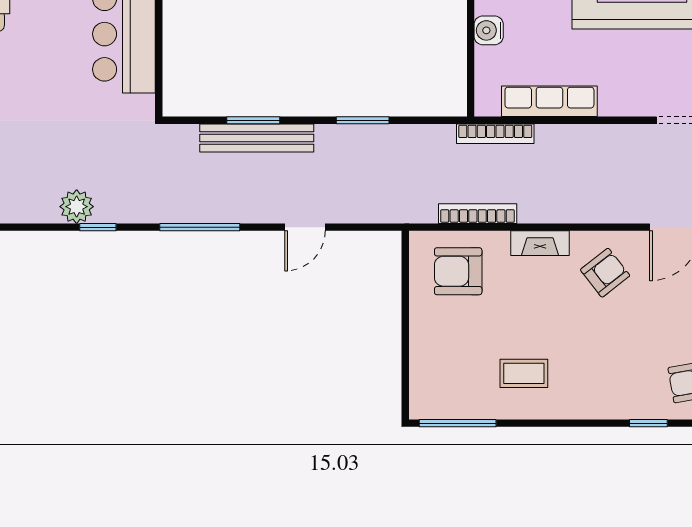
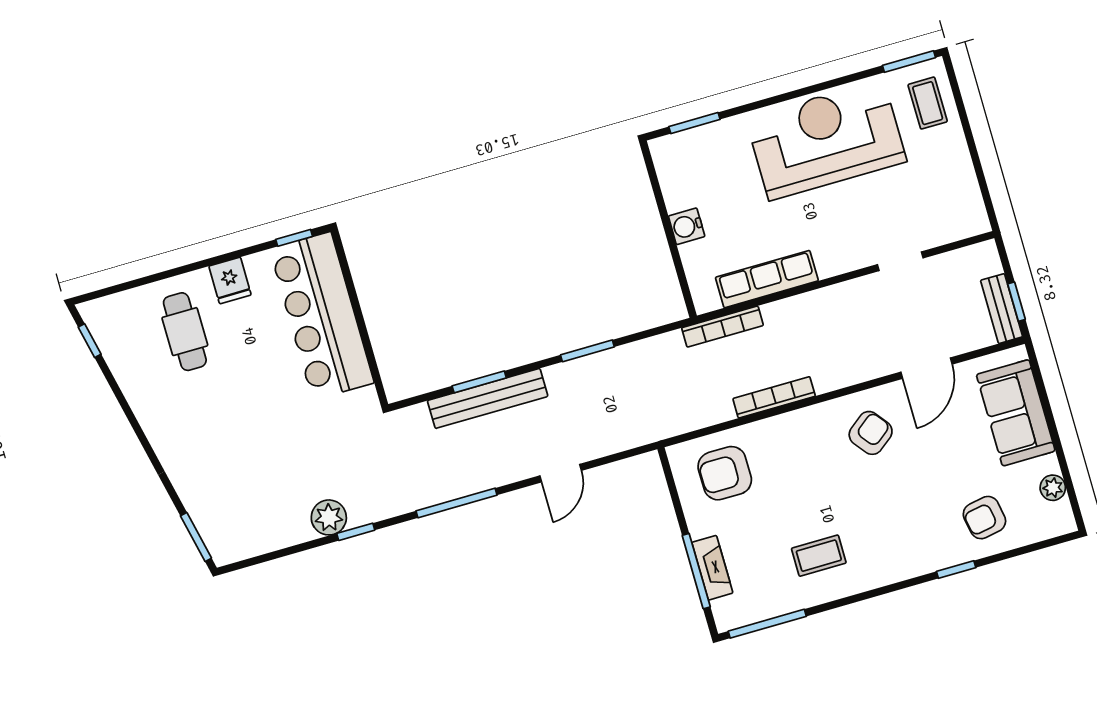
bookcase: (478, 214) -> (774, 397), moved
fireplace: (540, 243) -> (712, 568), moved, turned -90
window: (405, 355) -> (696, 571), added

